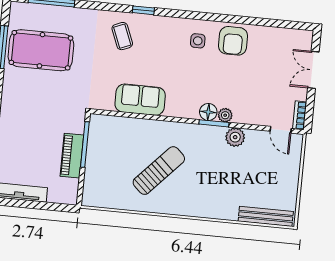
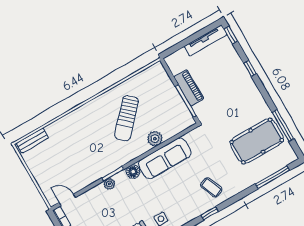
sofa: (140, 100) -> (165, 158), width x1.36
floor lamp: (208, 112) -> (133, 172), moved
plant: (235, 137) -> (155, 139), moved
bench: (266, 216) -> (32, 141), width x0.73

